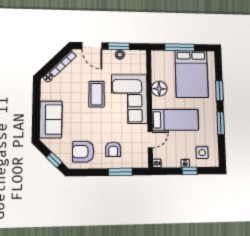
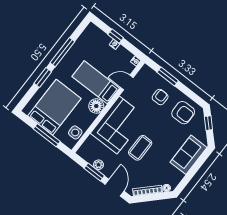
floor lamp: (159, 89) -> (96, 106), moved
window: (221, 123) -> (62, 52), width x1.44
side table: (202, 153) -> (75, 132), moved

